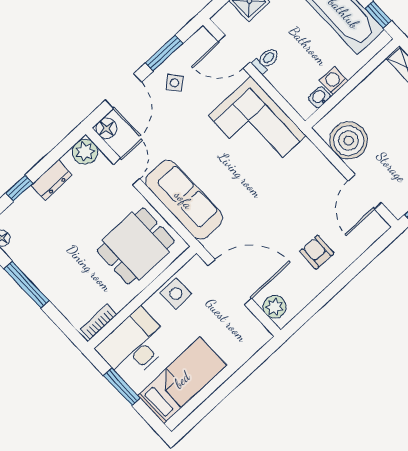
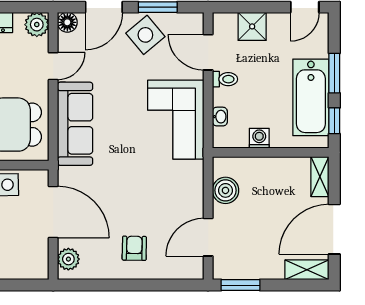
side table: (175, 83) -> (145, 35), width x1.87, depth x1.87
washbasin: (319, 97) -> (220, 117), moved, turned 90
boiler: (349, 141) -> (225, 190), width x0.73, depth x0.73

